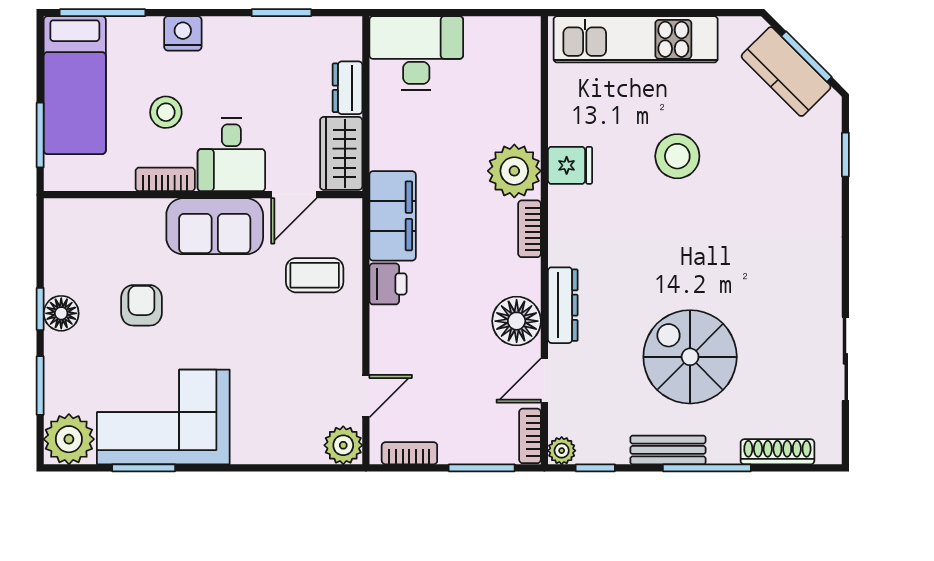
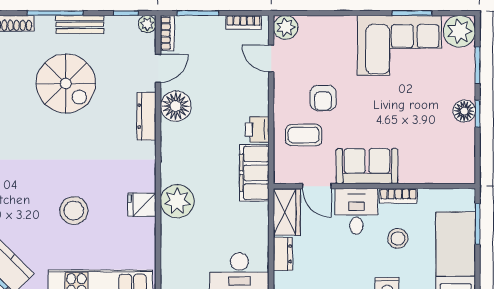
door: (294, 195) -> (317, 186), swing flipped
bookcase: (530, 229) -> (168, 165), removed
armchair: (141, 305) -> (323, 98), moved
door: (366, 396) -> (271, 59), hinge flipped

